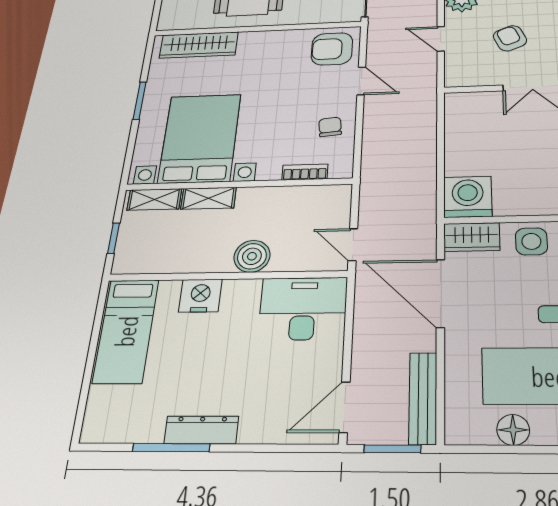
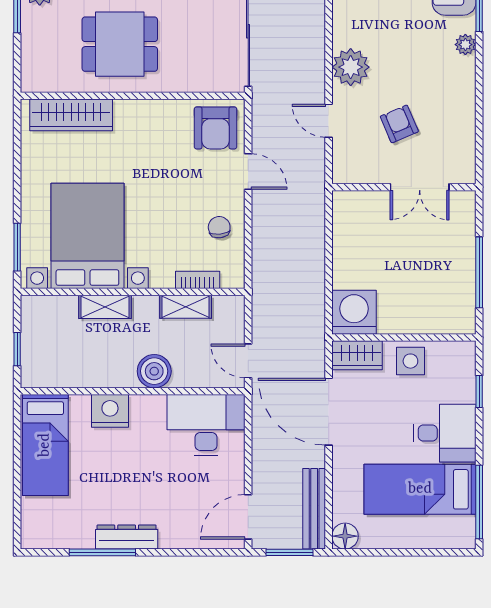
armchair: (332, 49) -> (215, 128), turned -90
window: (140, 101) -> (17, 247), moved
shelving: (154, 199) -> (186, 307), moved
floor lamp: (513, 430) -> (345, 536), moved

